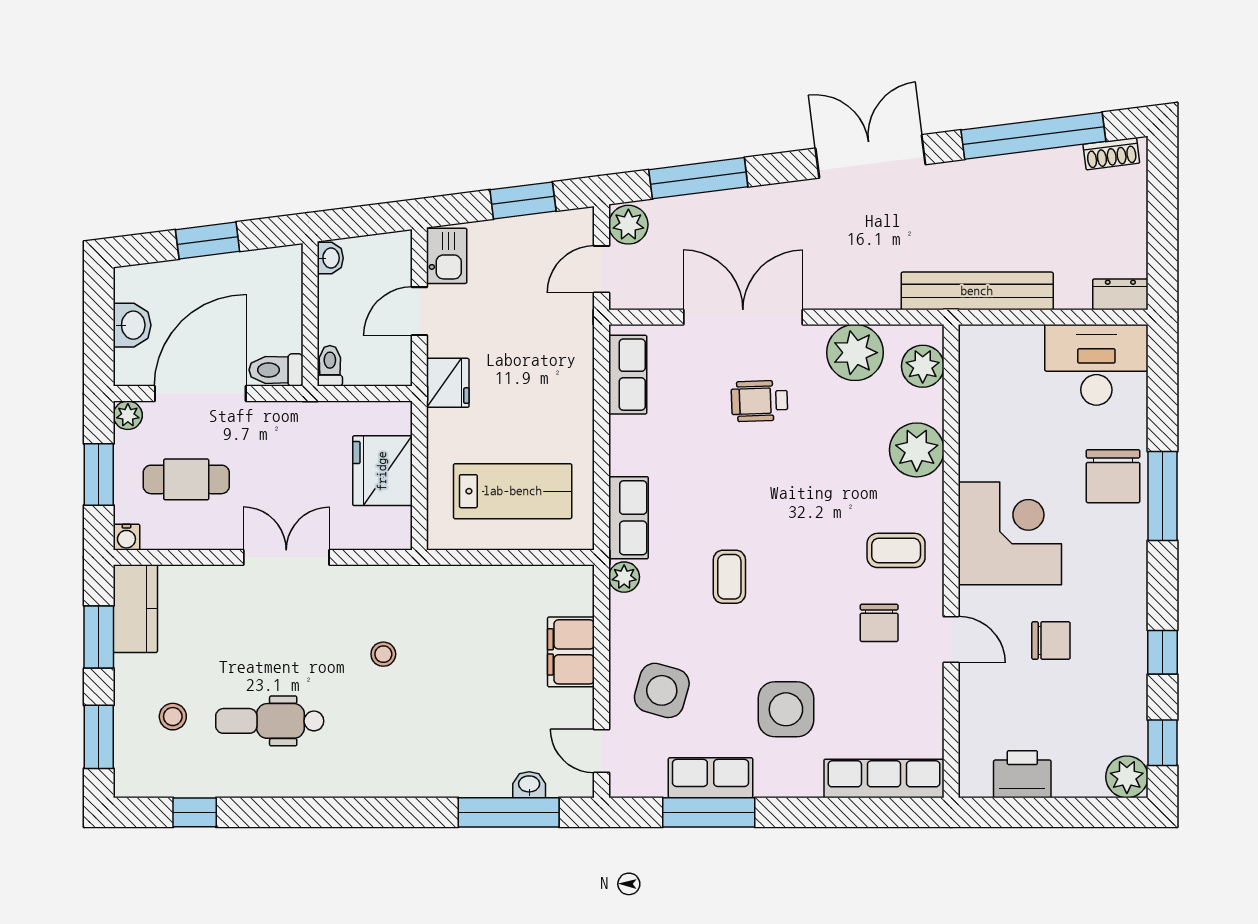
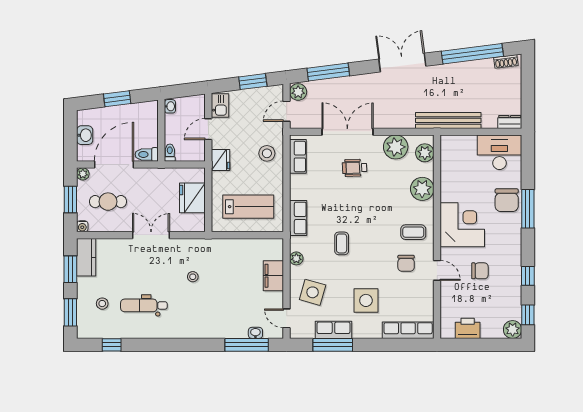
stool: (556, 367) -> (267, 153), added
plant: (624, 577) -> (296, 258), moved

